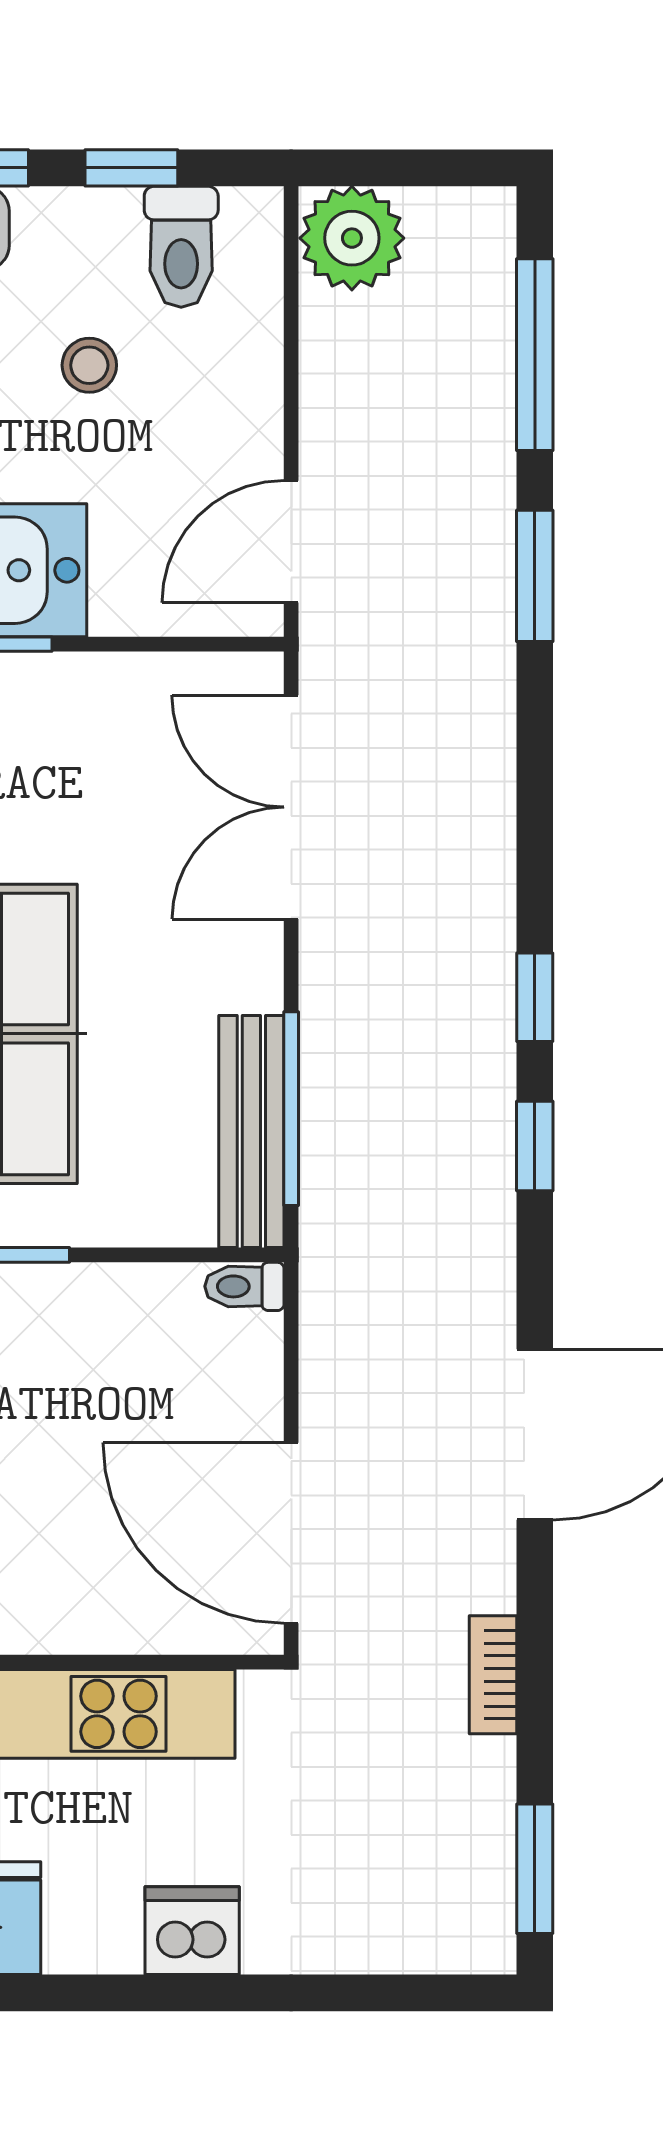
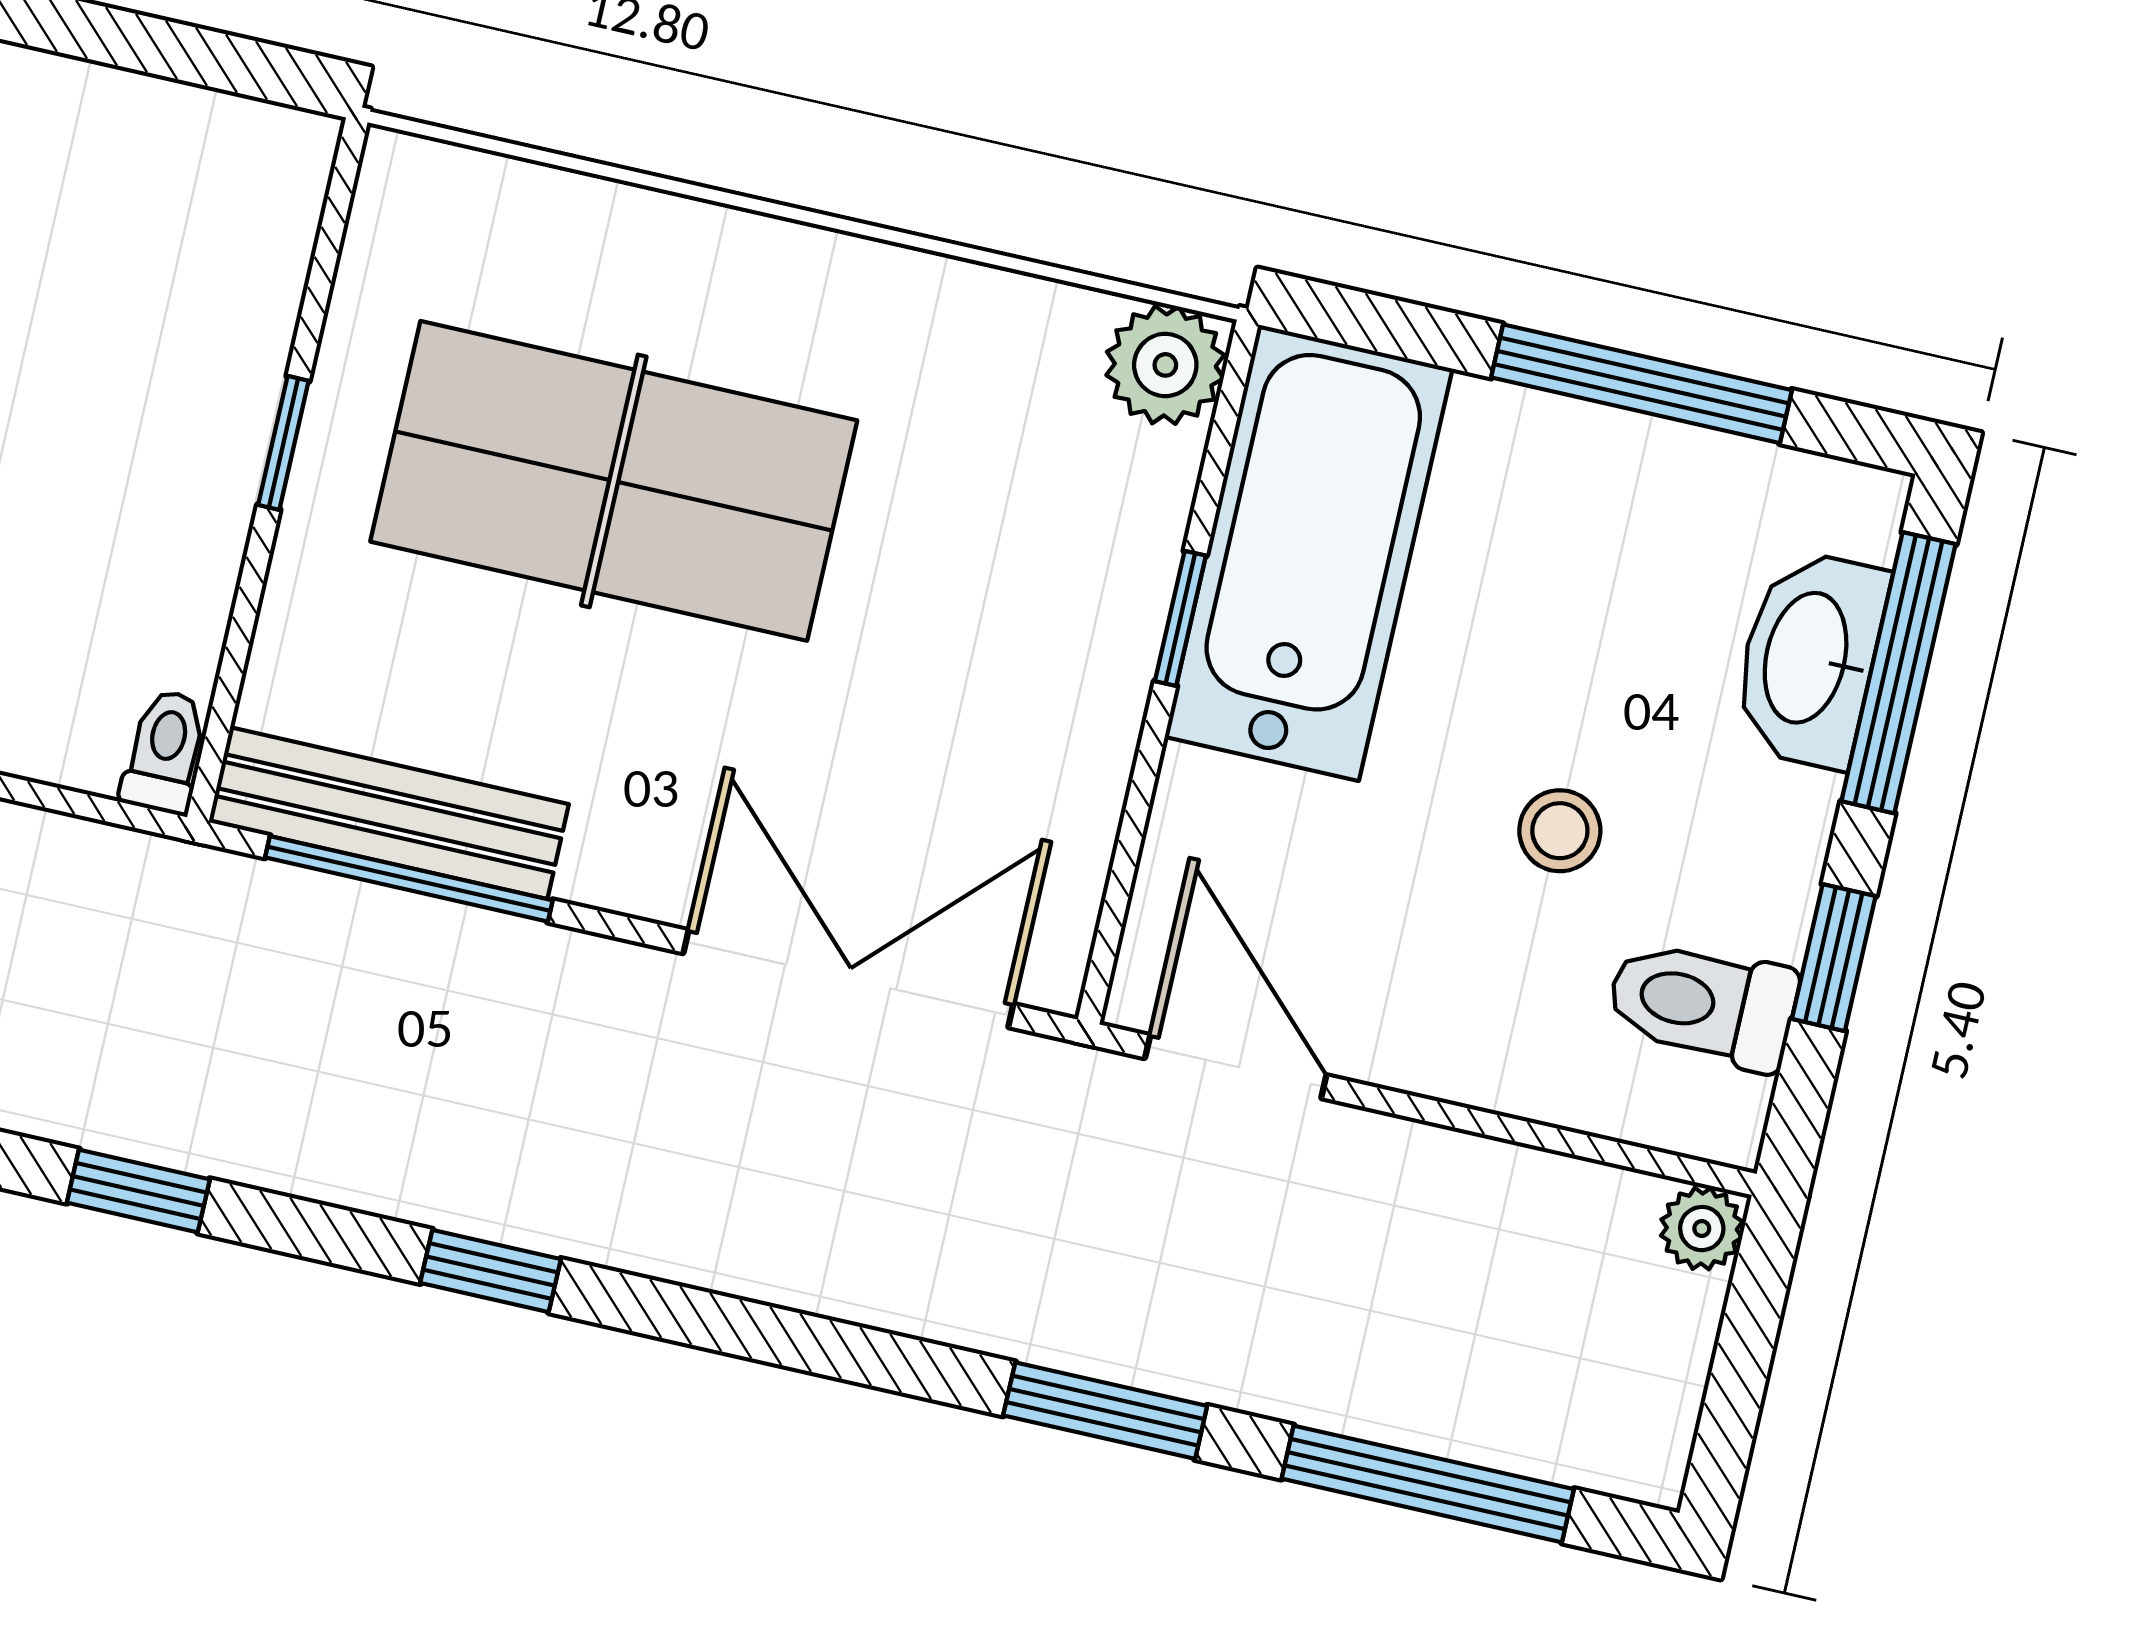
plant: (352, 238) -> (1702, 1229), width x0.53, depth x0.53
window: (535, 1146) -> (138, 1191), moved

